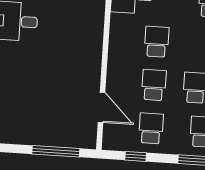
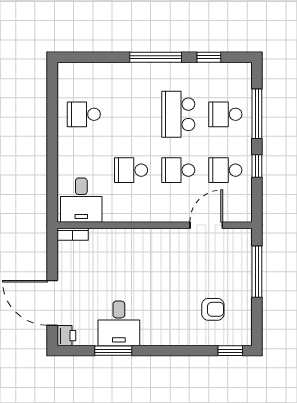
armchair: (24, 109) -> (213, 309), added
window: (136, 156) -> (257, 166), moved

